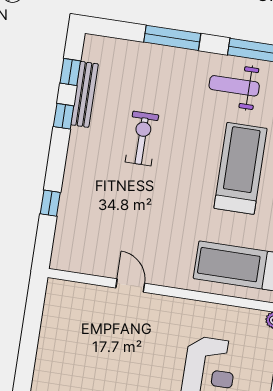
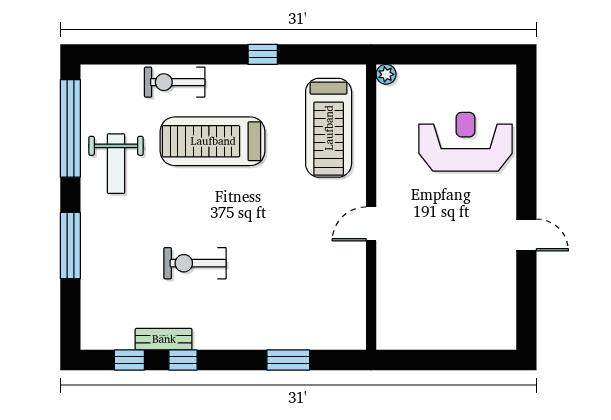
bench: (85, 94) -> (164, 339), width x0.73
window: (50, 203) -> (288, 360), width x1.50
door: (130, 286) -> (371, 224), moved

